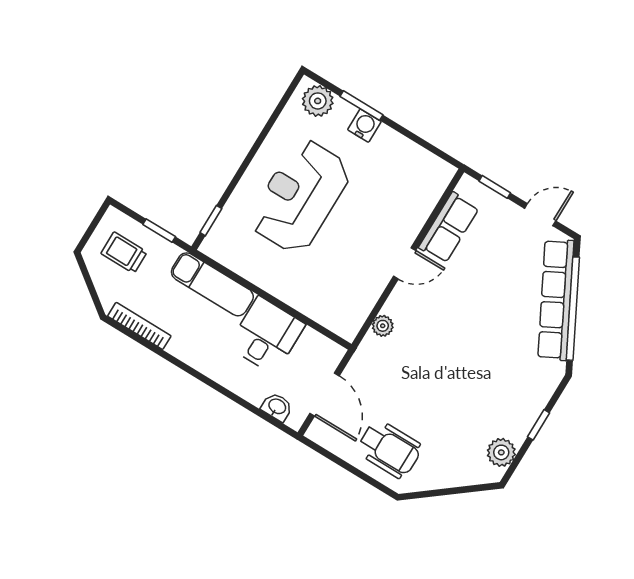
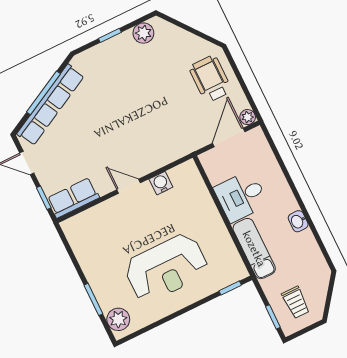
water cooler: (364, 126) -> (161, 183), moved, turned 90
row of seats: (449, 228) -> (73, 198), moved
window: (159, 231) -> (273, 317), moved
window: (573, 309) -> (43, 93), width x0.68
bookcase: (139, 326) -> (315, 252), removed
plant: (383, 326) -> (248, 117), moved
washbasin: (277, 407) -> (298, 221), moved

